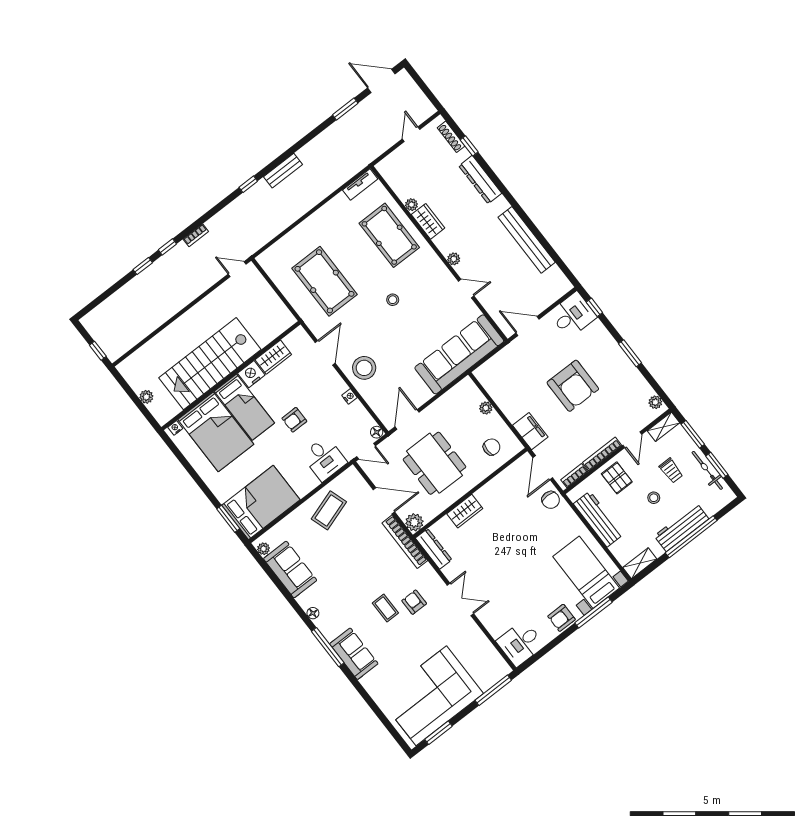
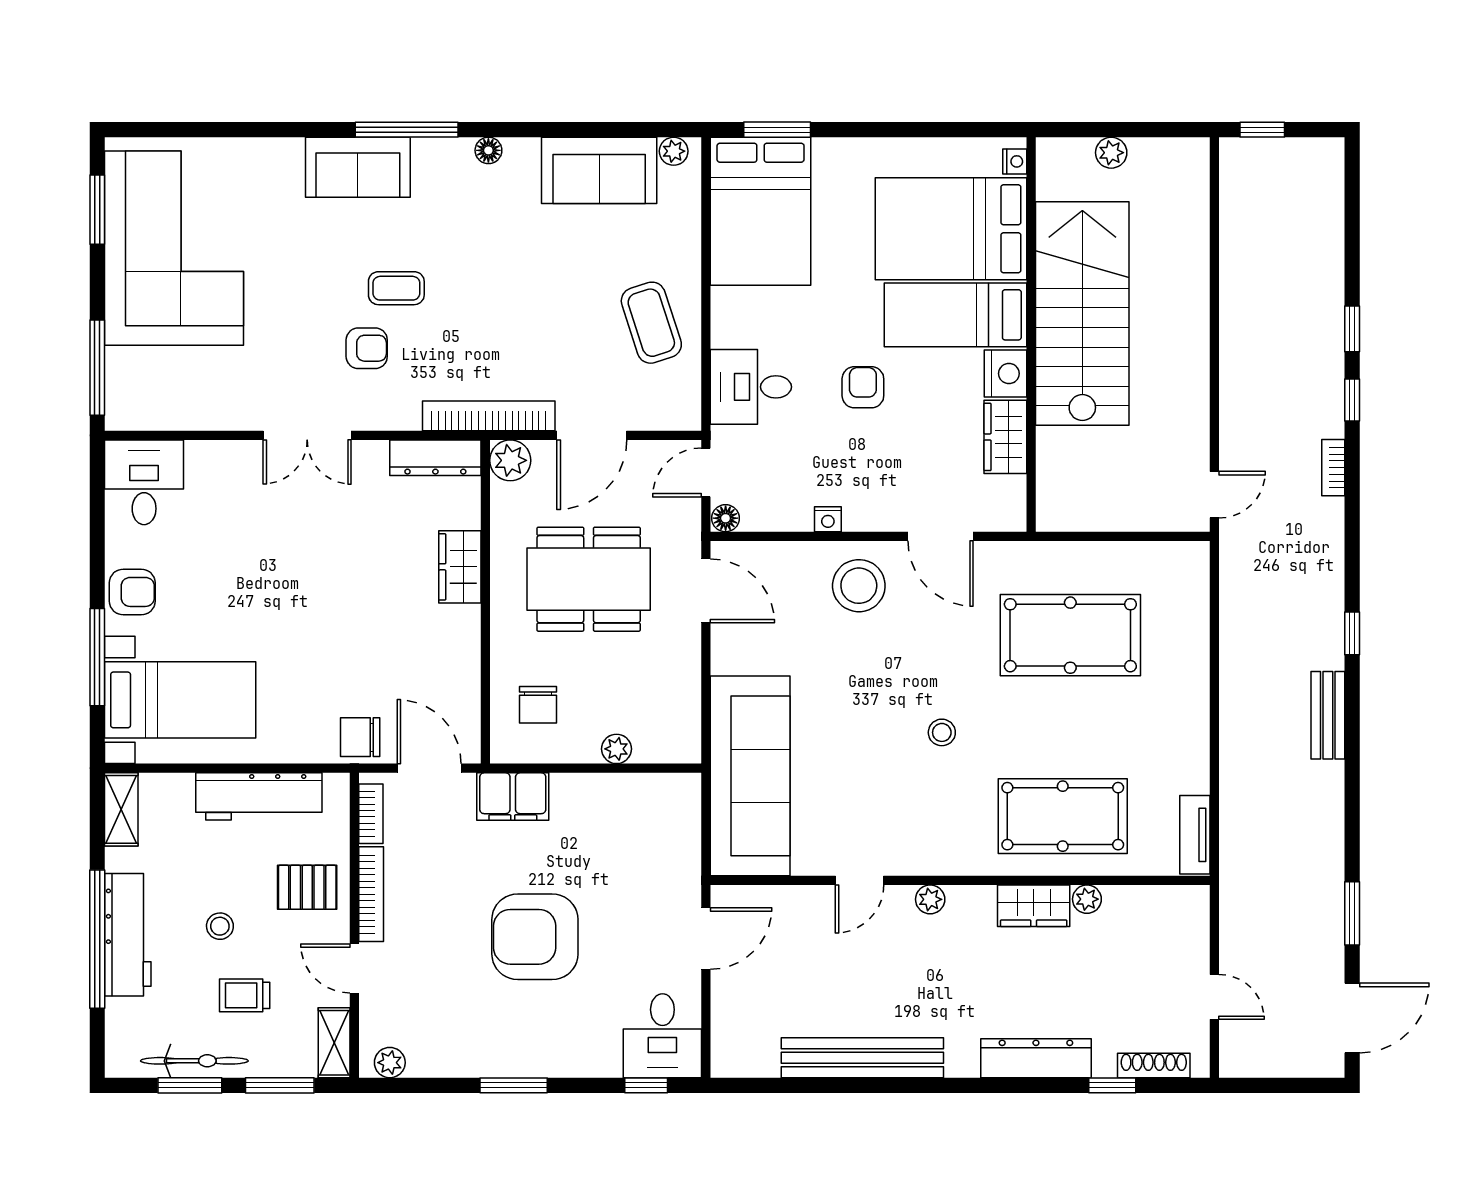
armchair: (562, 618) -> (132, 592), turned 90

